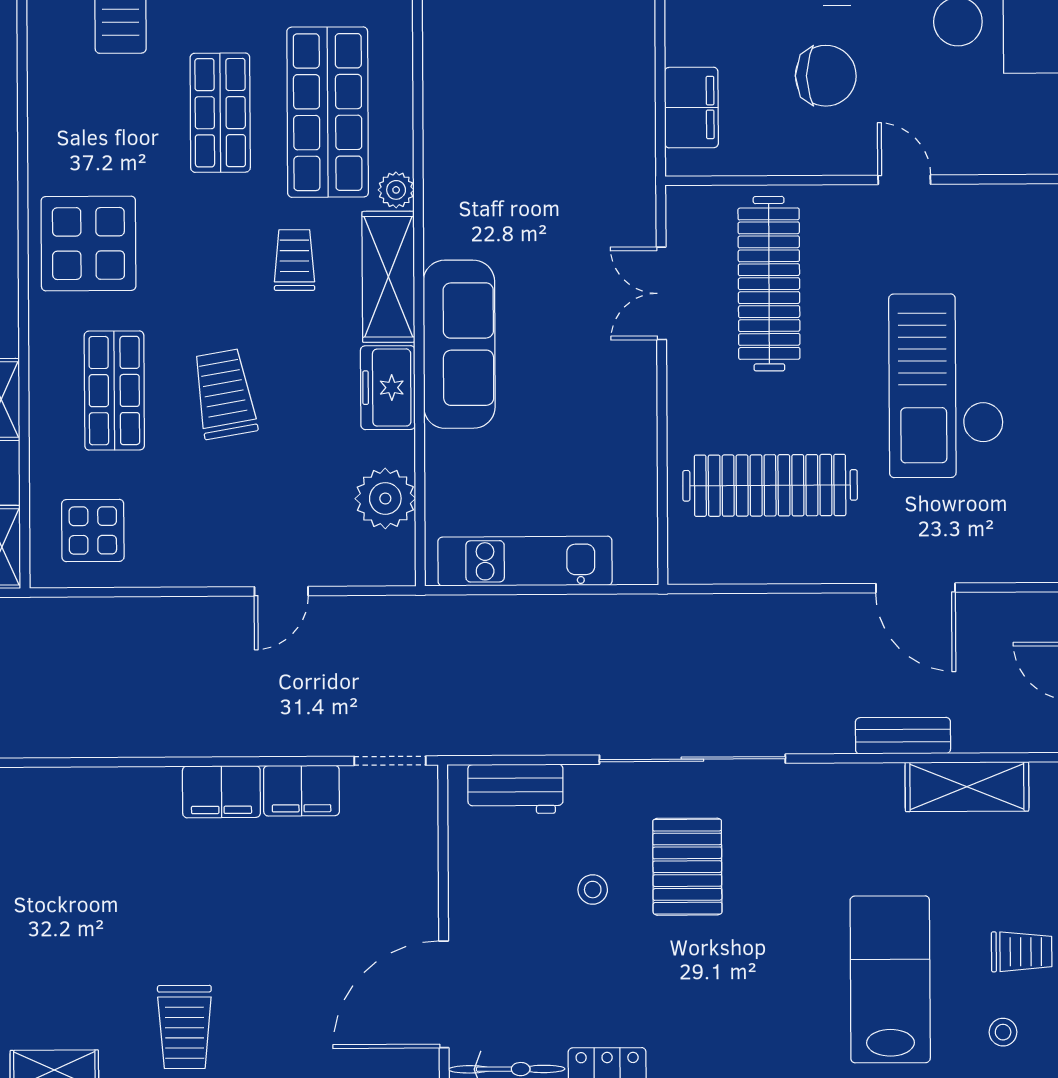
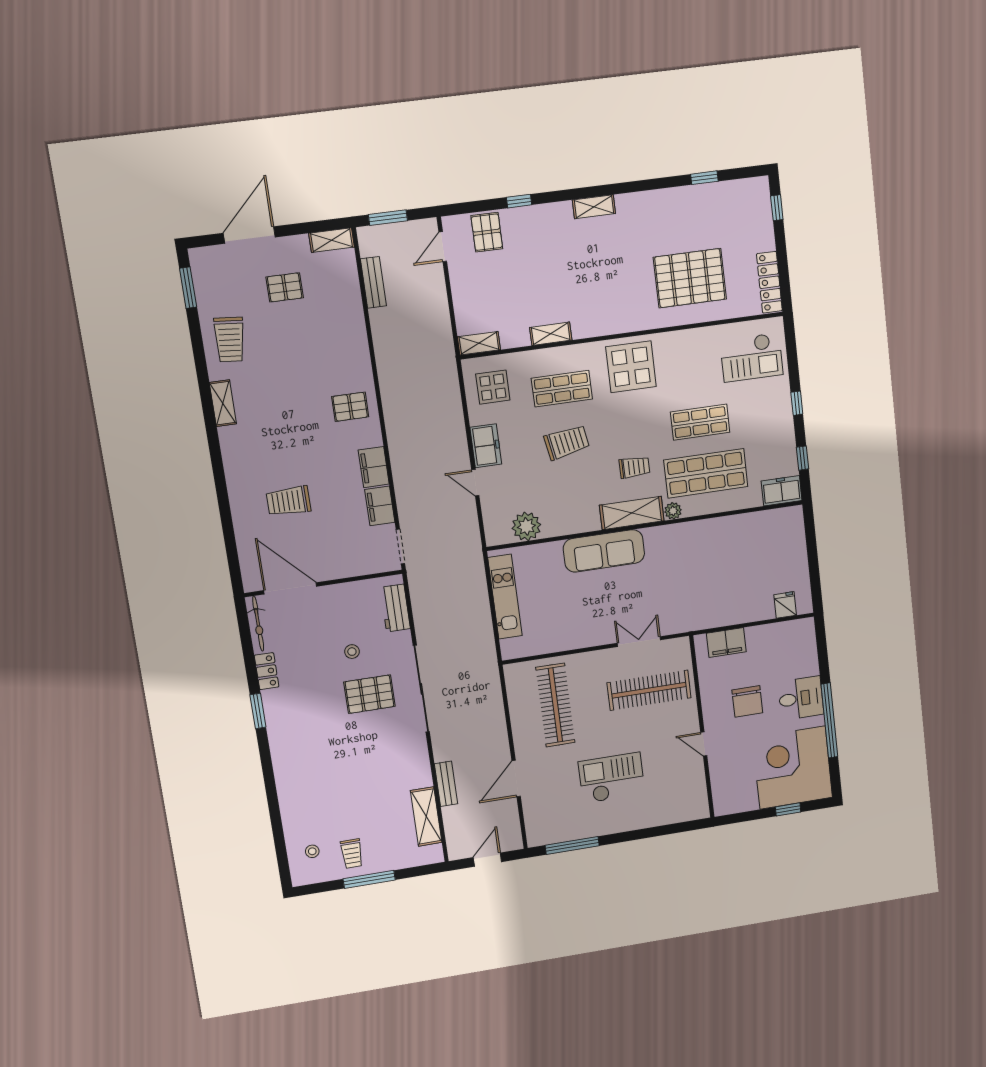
door: (904, 180) -> (704, 744), swing flipped
checkout: (946, 386) -> (612, 778), width x0.73, depth x0.83
freezer: (388, 388) -> (486, 446), moved, turned 90
pallet: (94, 821) -> (350, 407), added
lab bench: (890, 979) -> (330, 796), removed
trolley: (185, 1027) -> (289, 501), moved

